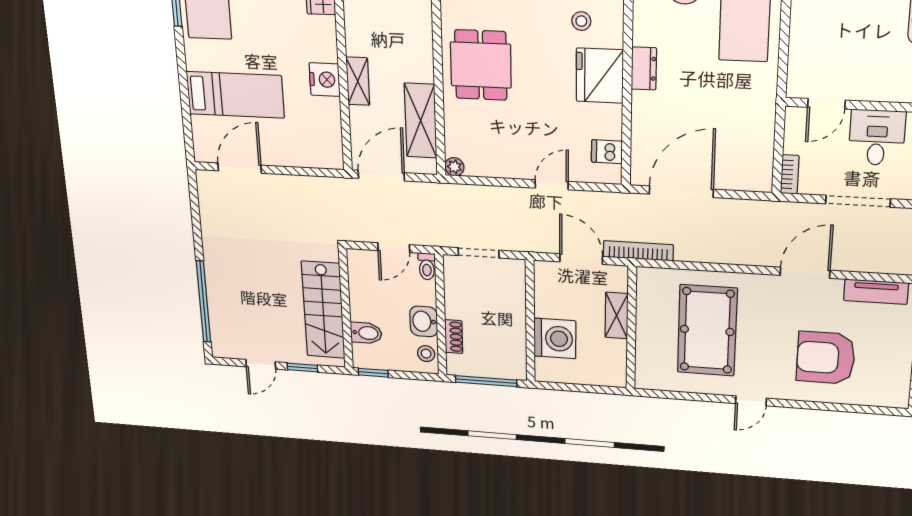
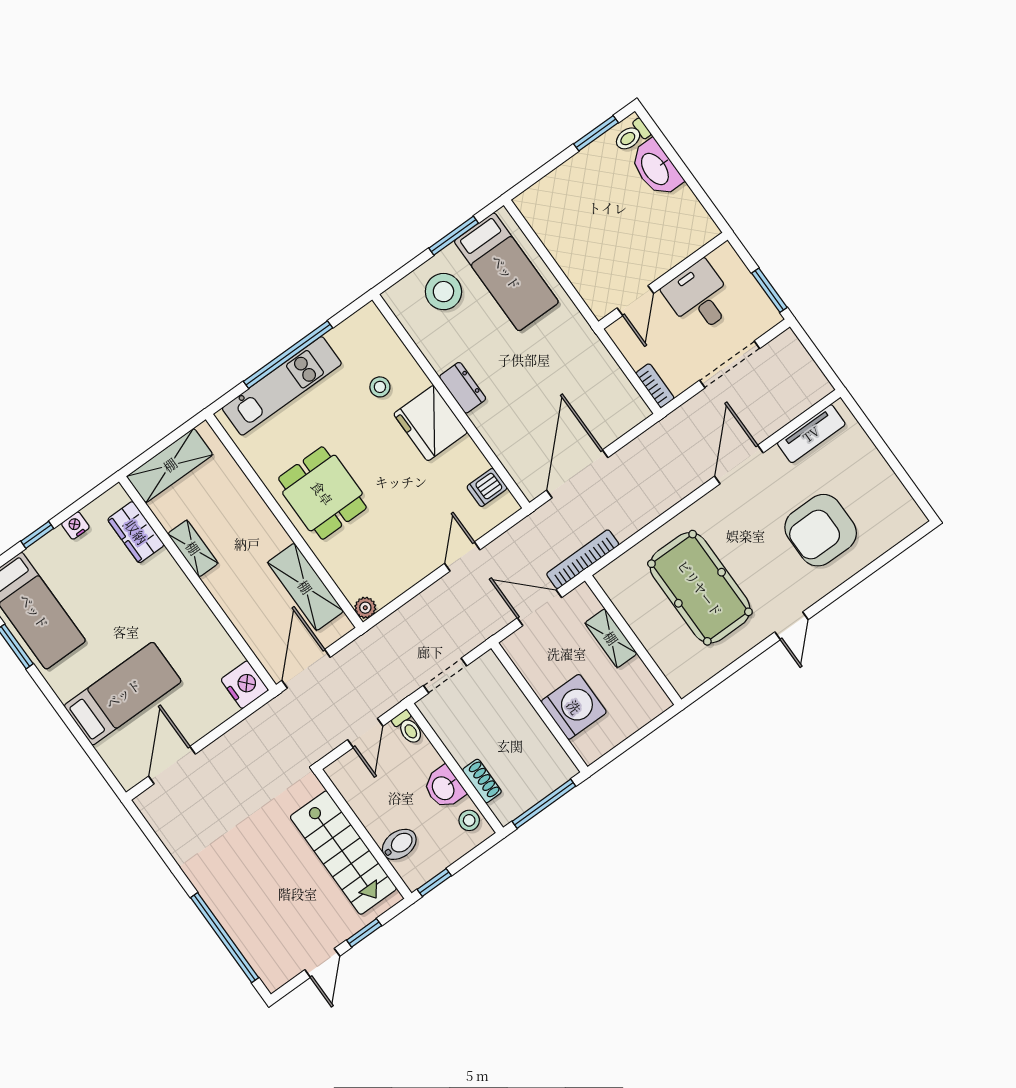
nightstand: (325, 80) -> (245, 685), moved
shelving: (358, 81) -> (193, 548), moved

